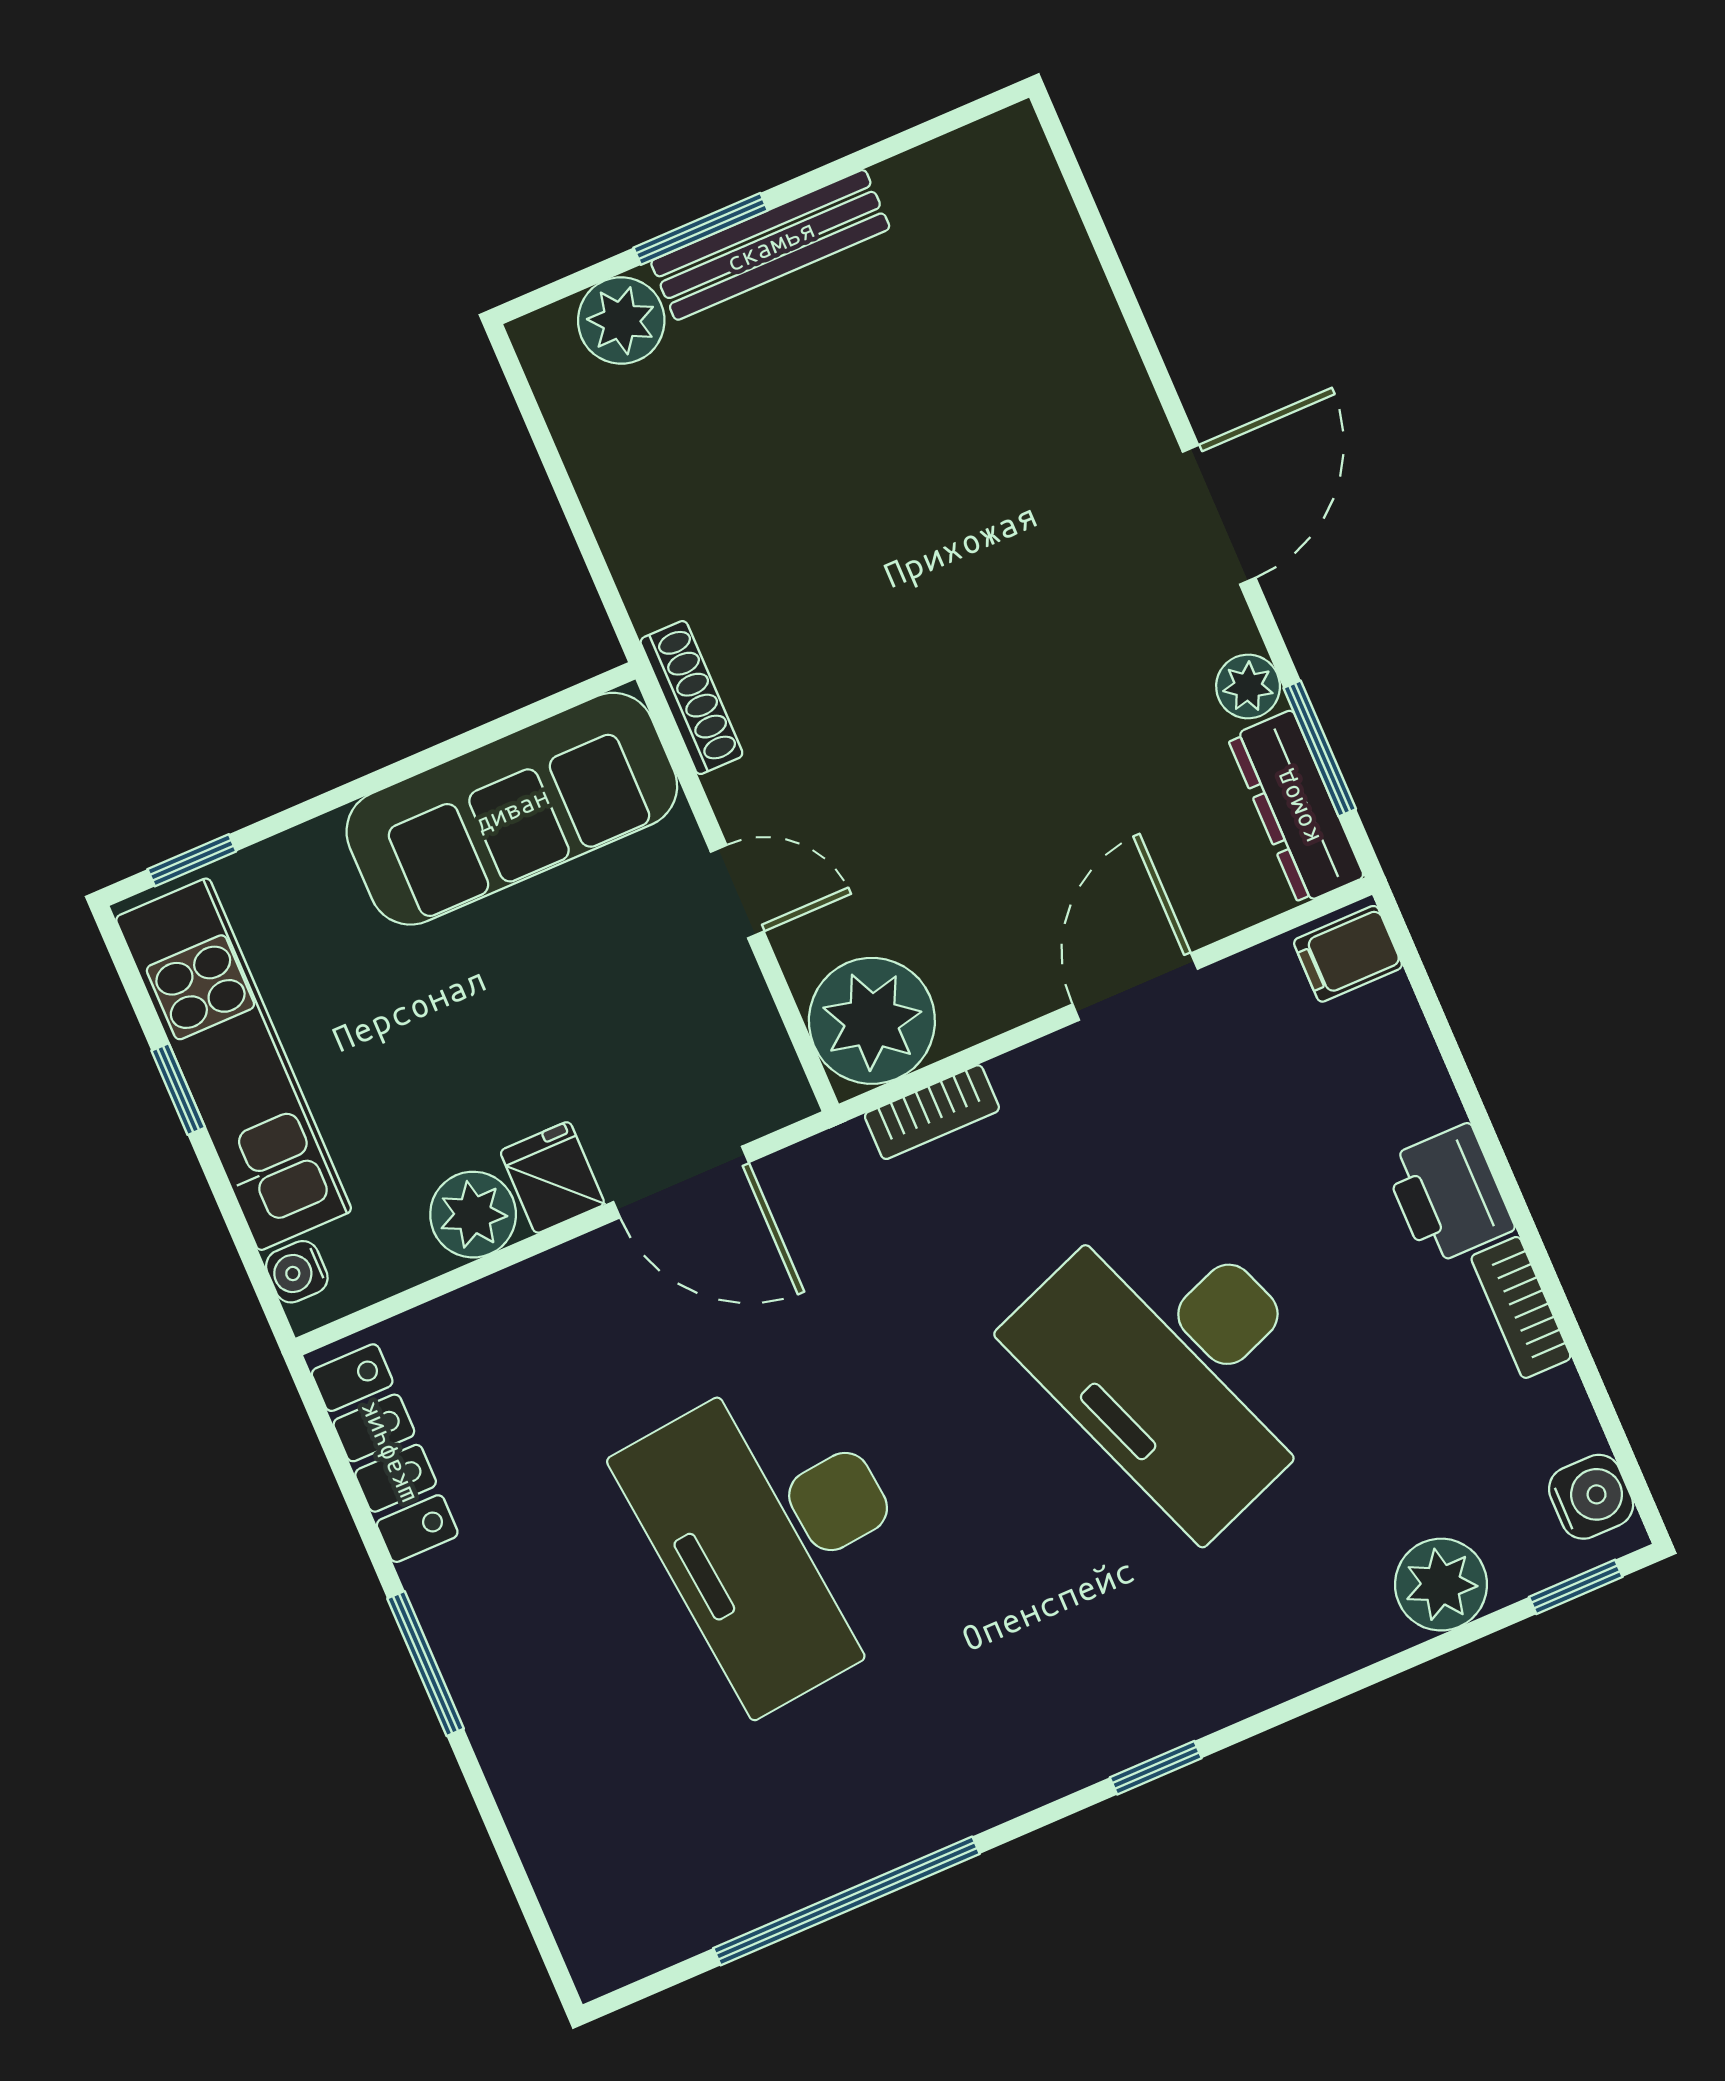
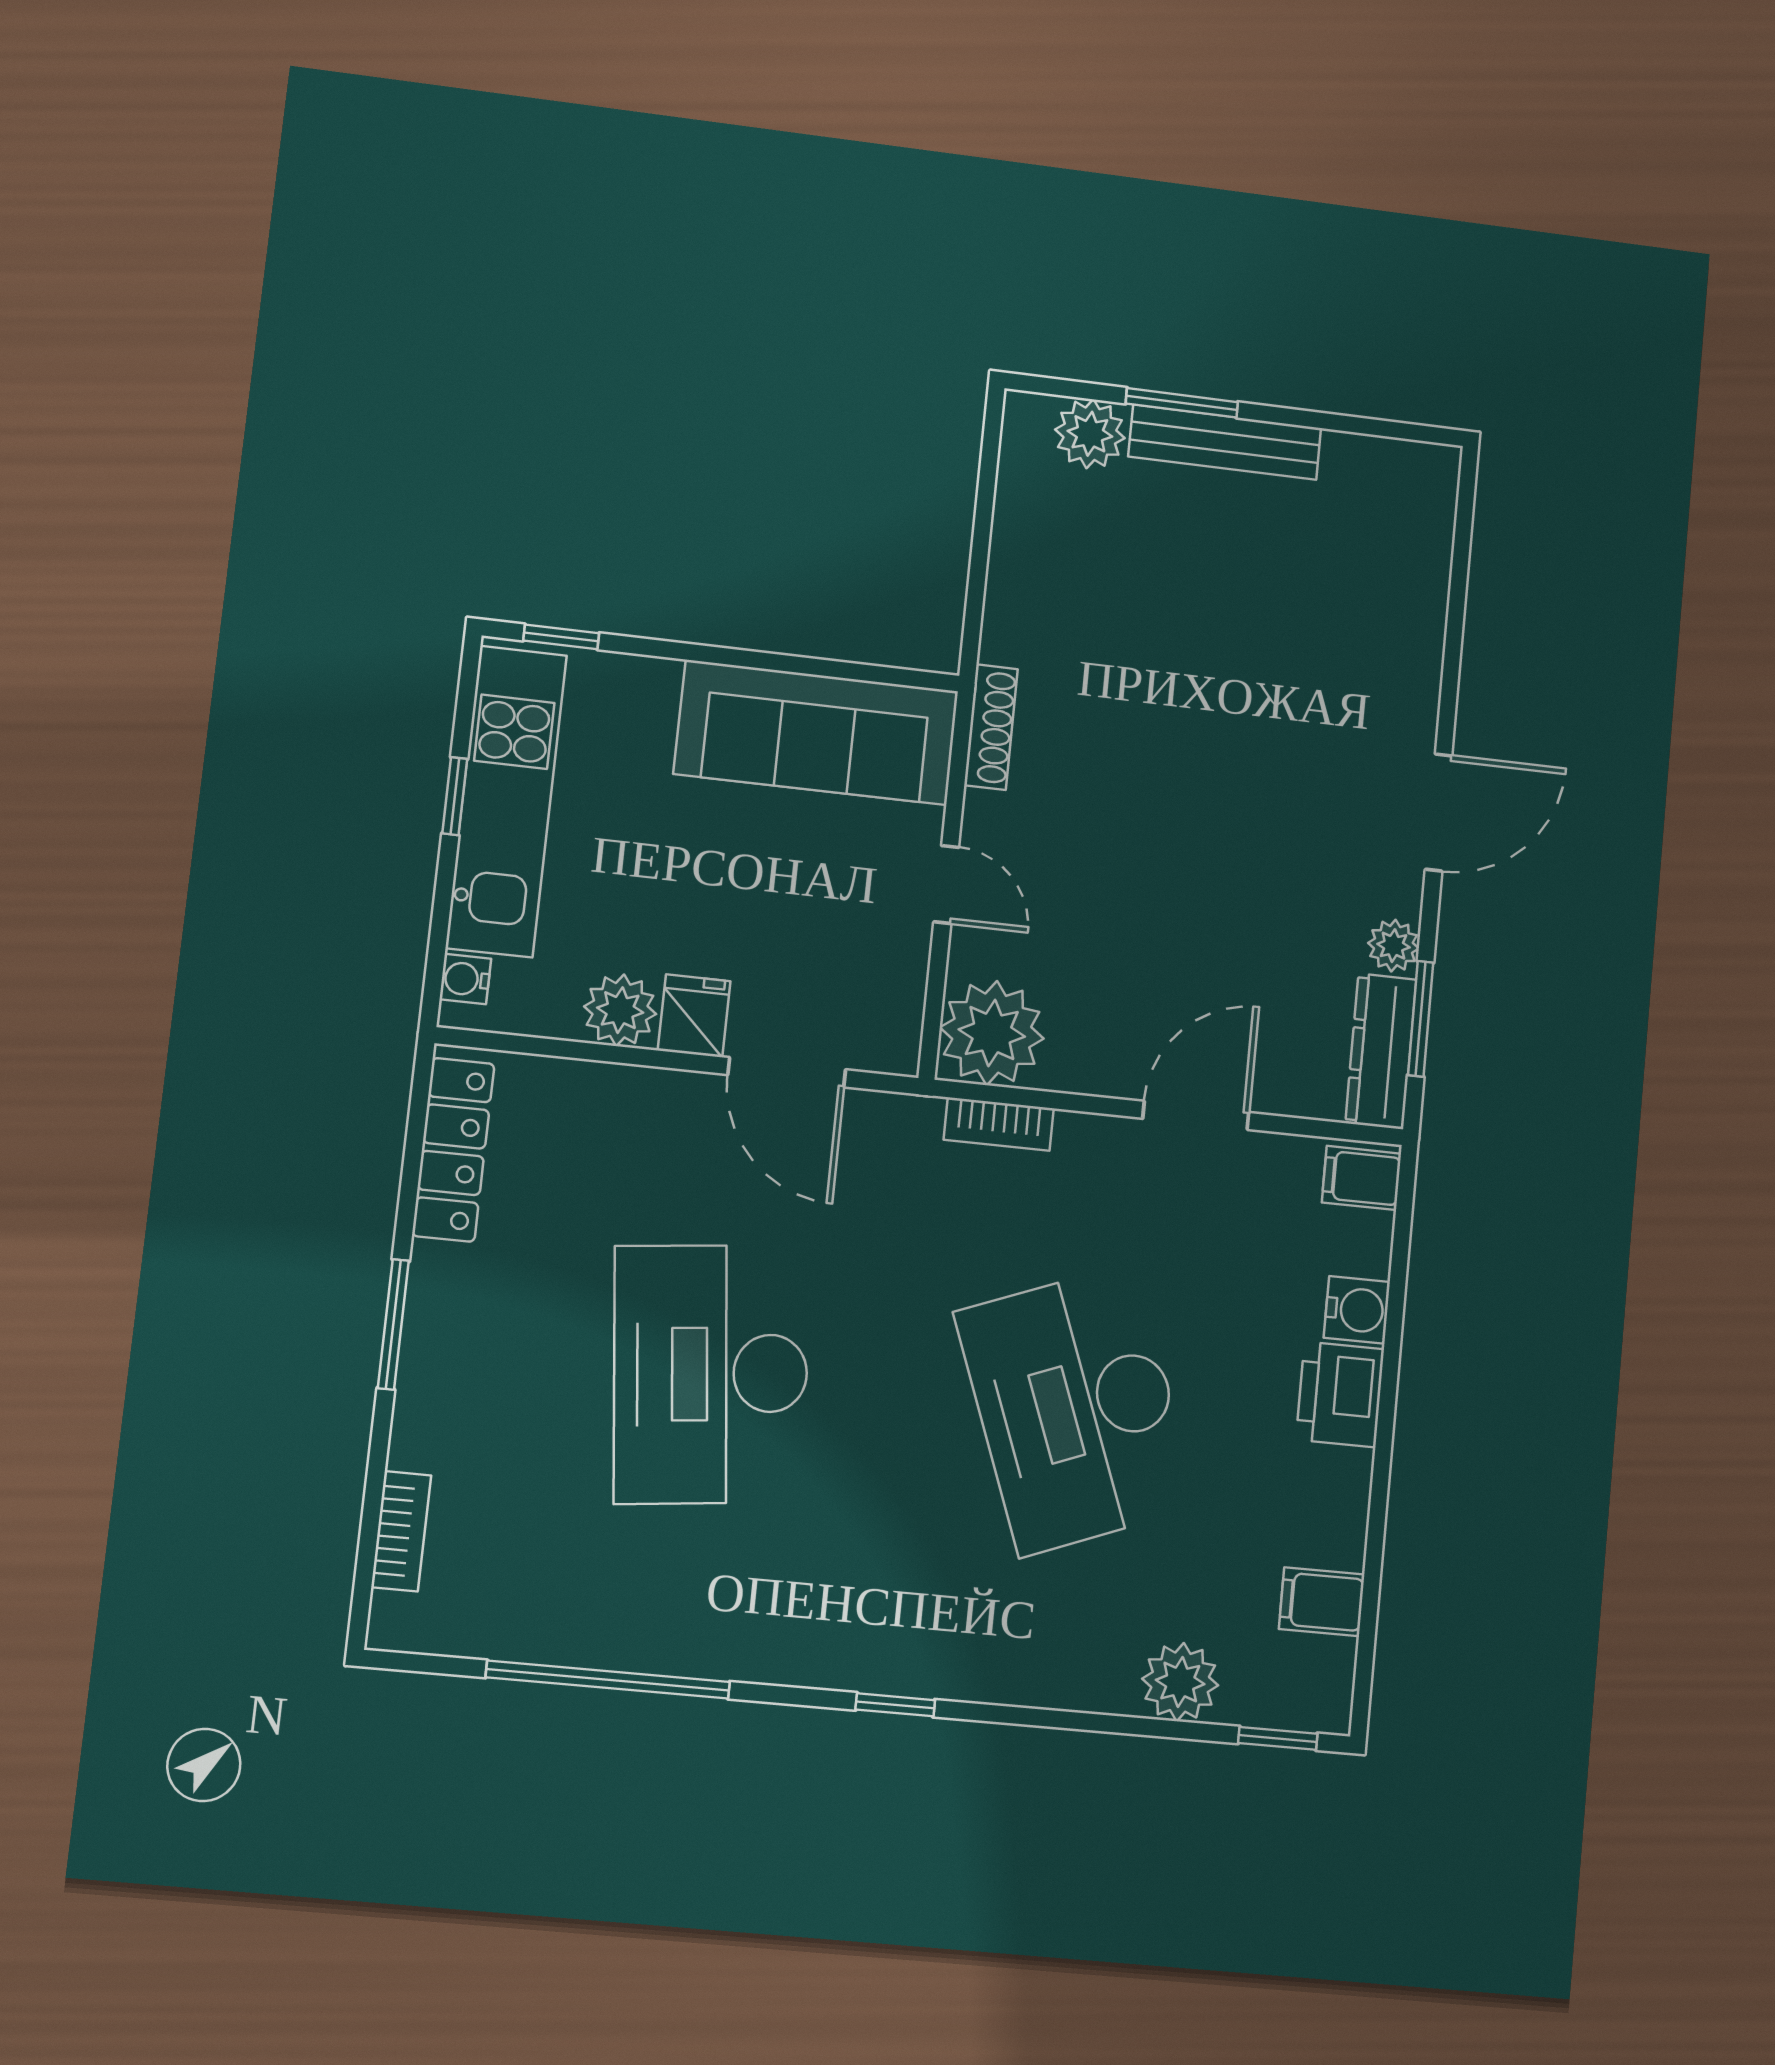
bookcase: (1521, 1307) -> (401, 1531), moved, turned 180
filing cabinet: (1546, 1421) -> (1322, 1602), added
water cooler: (1591, 1497) -> (1357, 1310), moved

